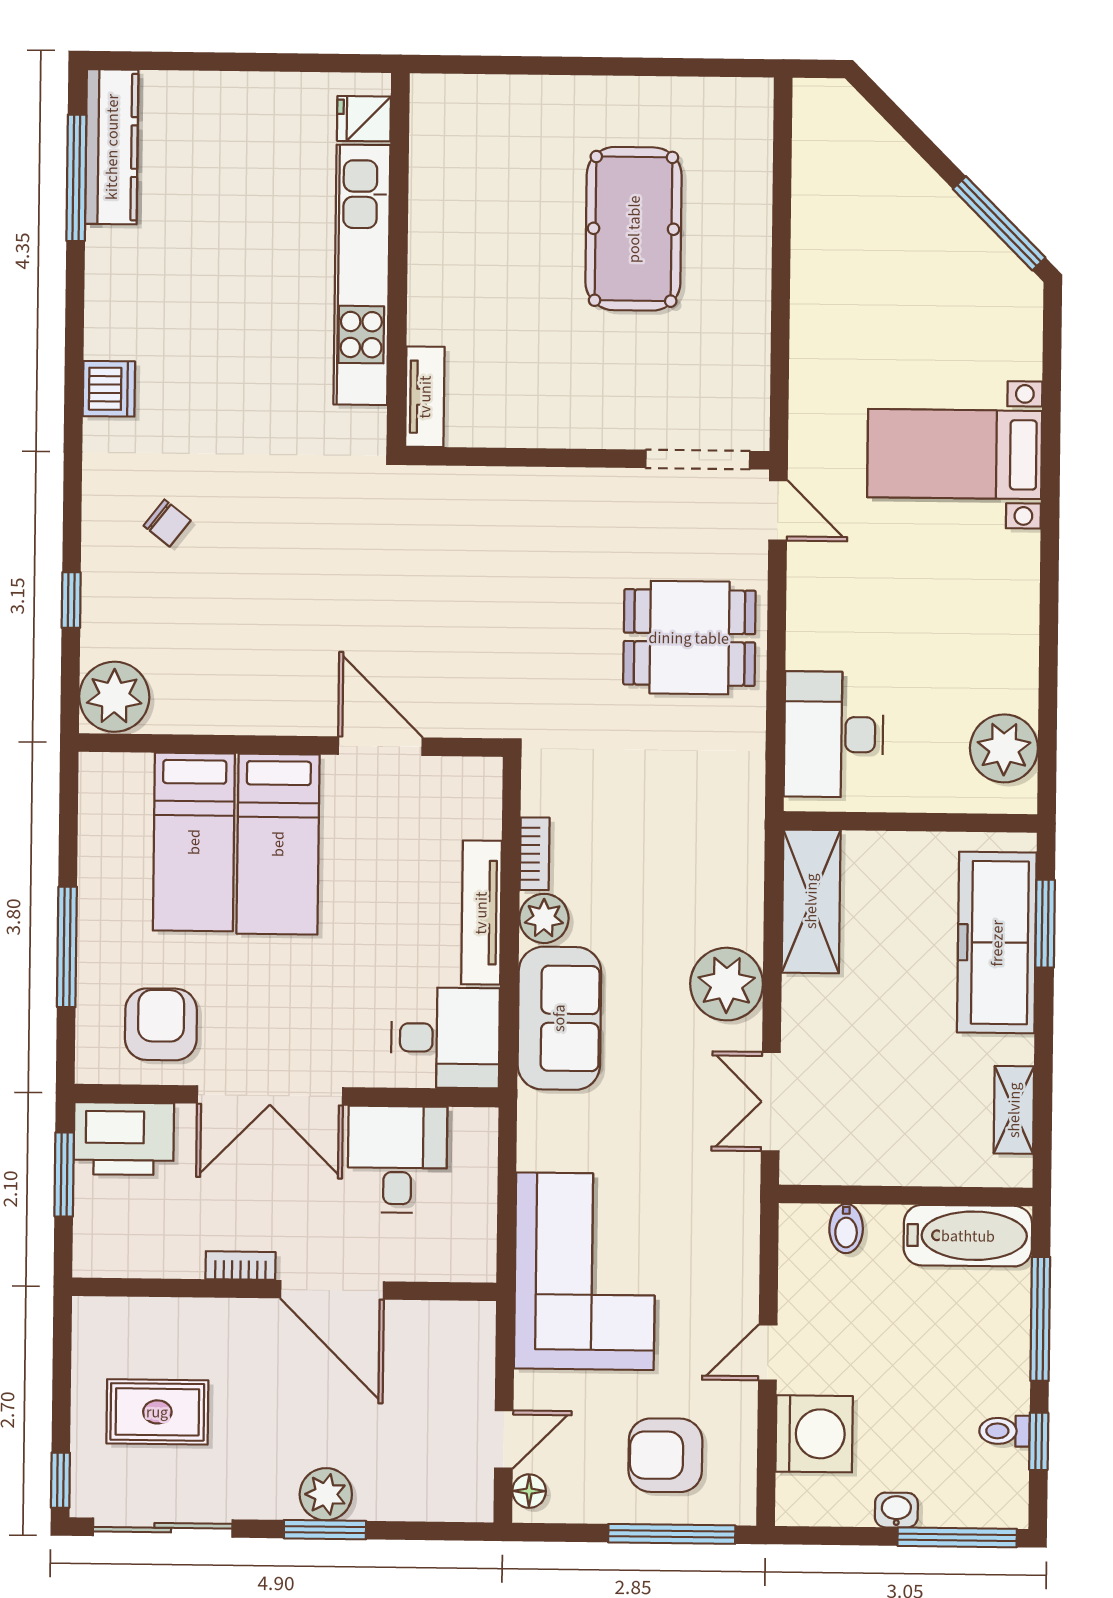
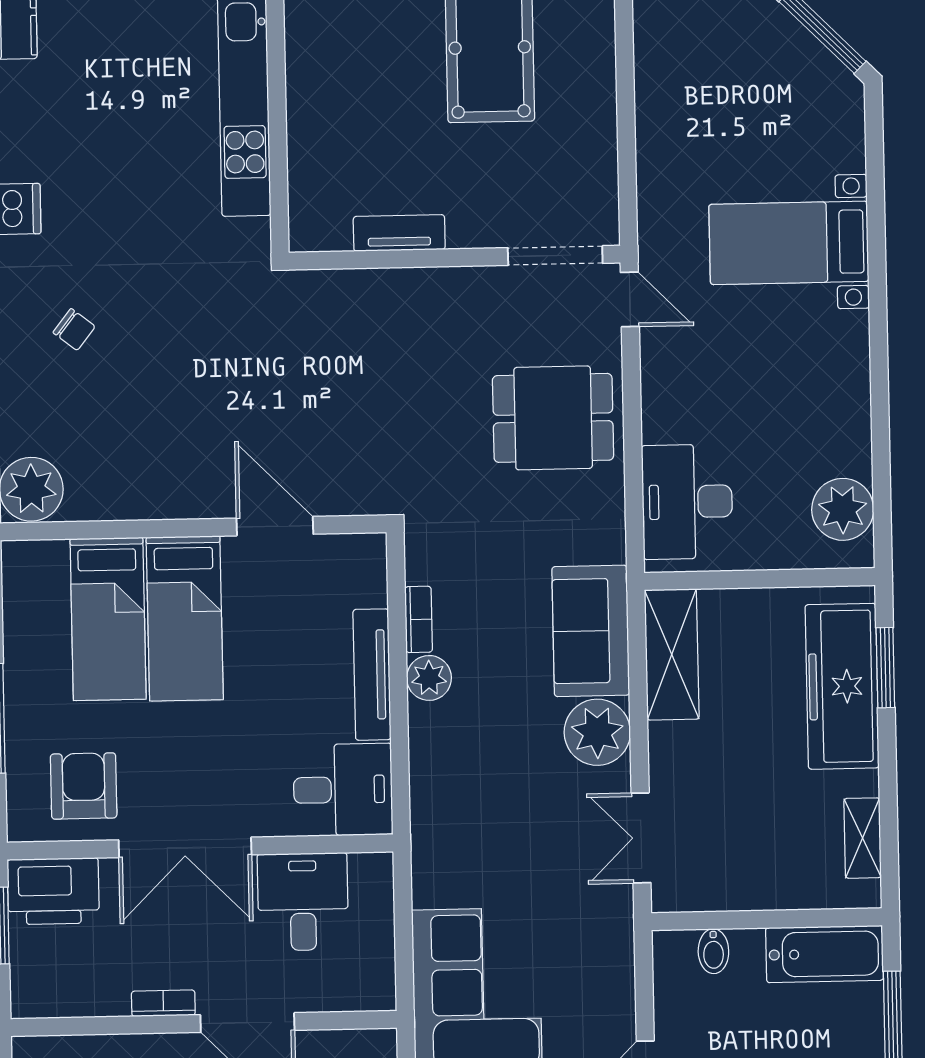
tv unit: (425, 397) -> (399, 233), moved, turned -90
sofa: (559, 1018) -> (591, 631), moved, turned 180

